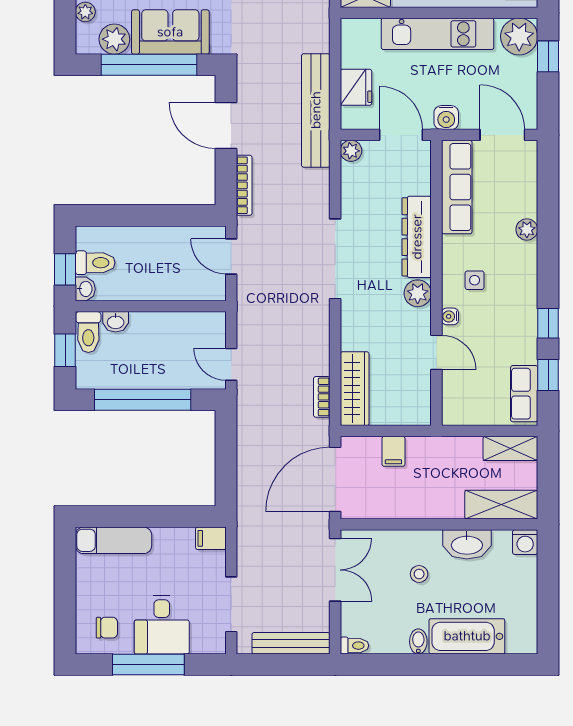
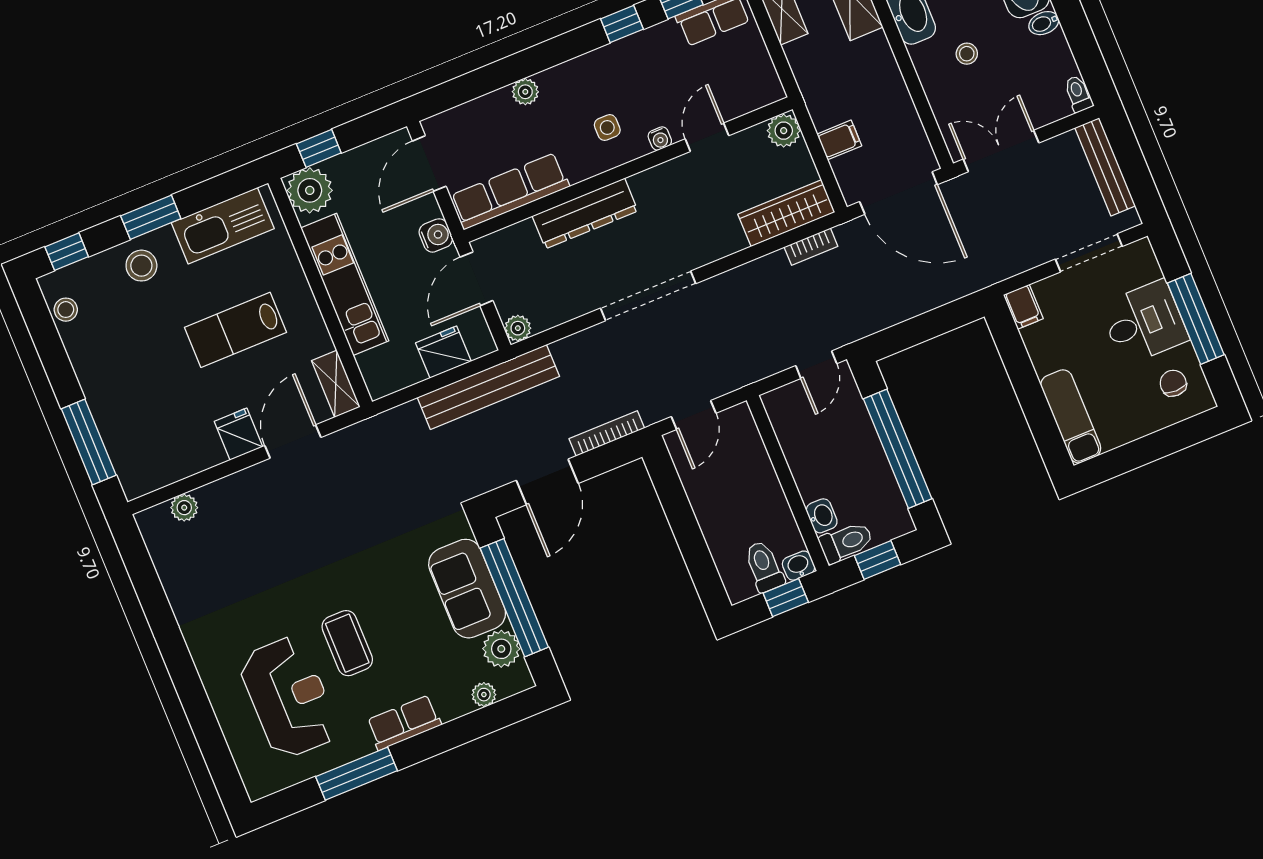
plant: (418, 293) -> (784, 131), moved

